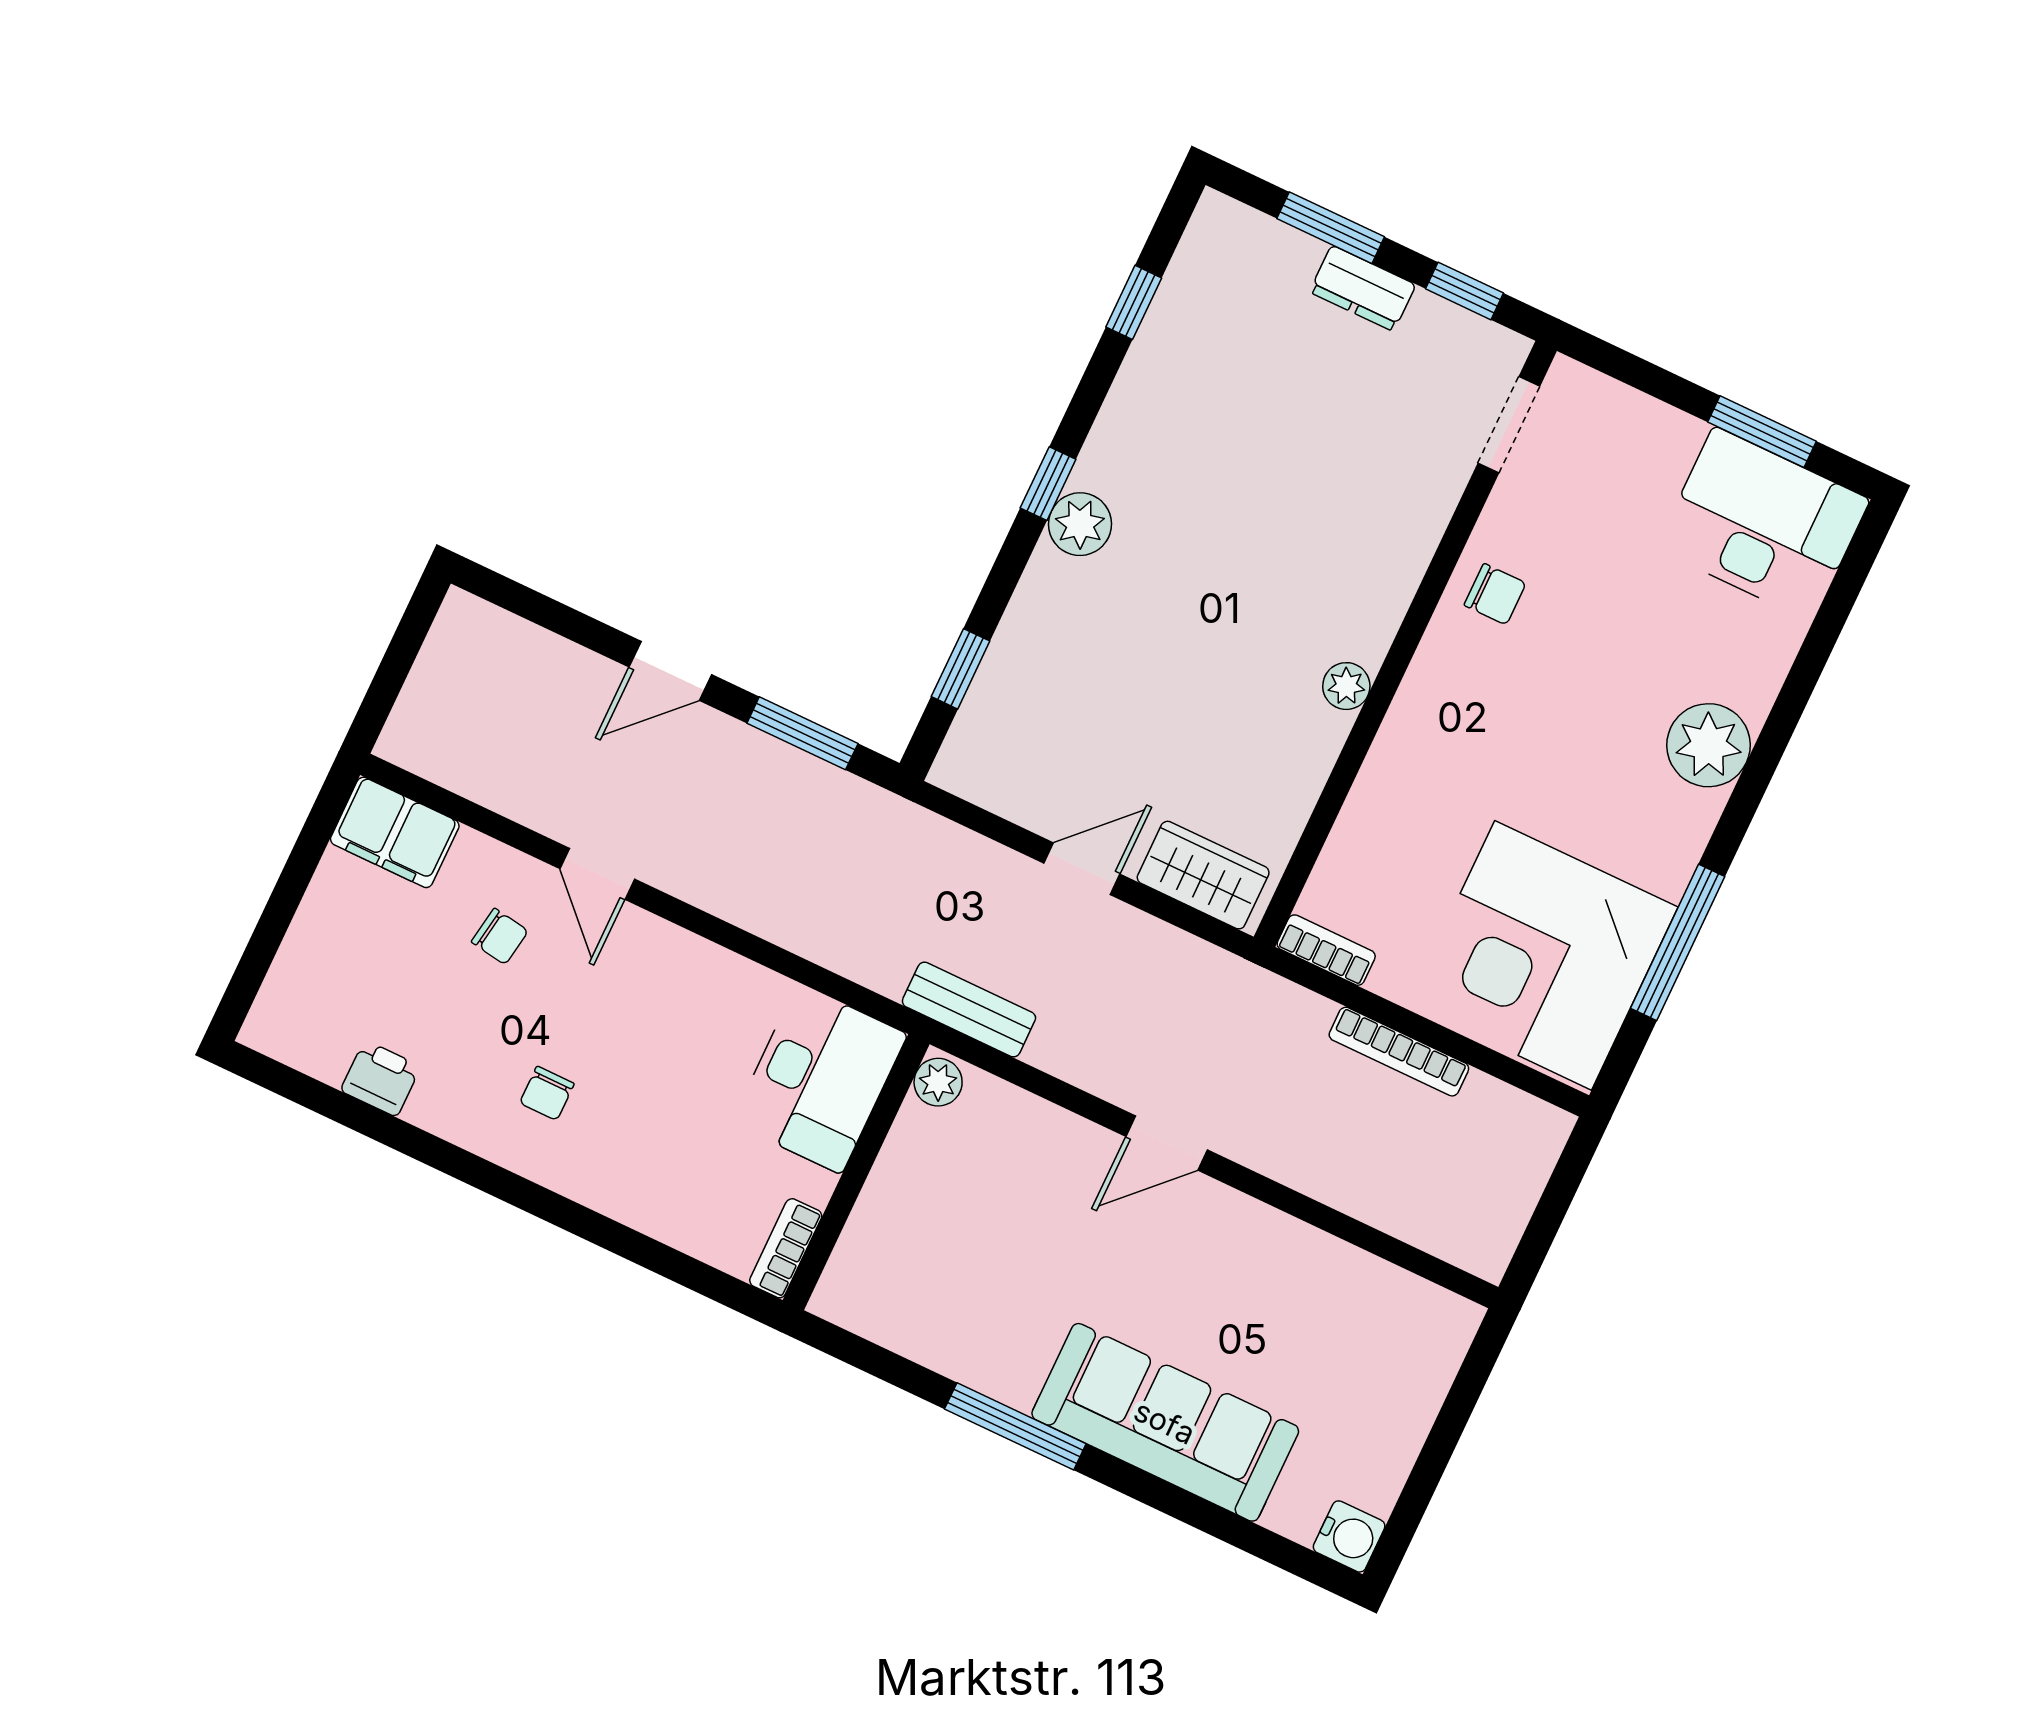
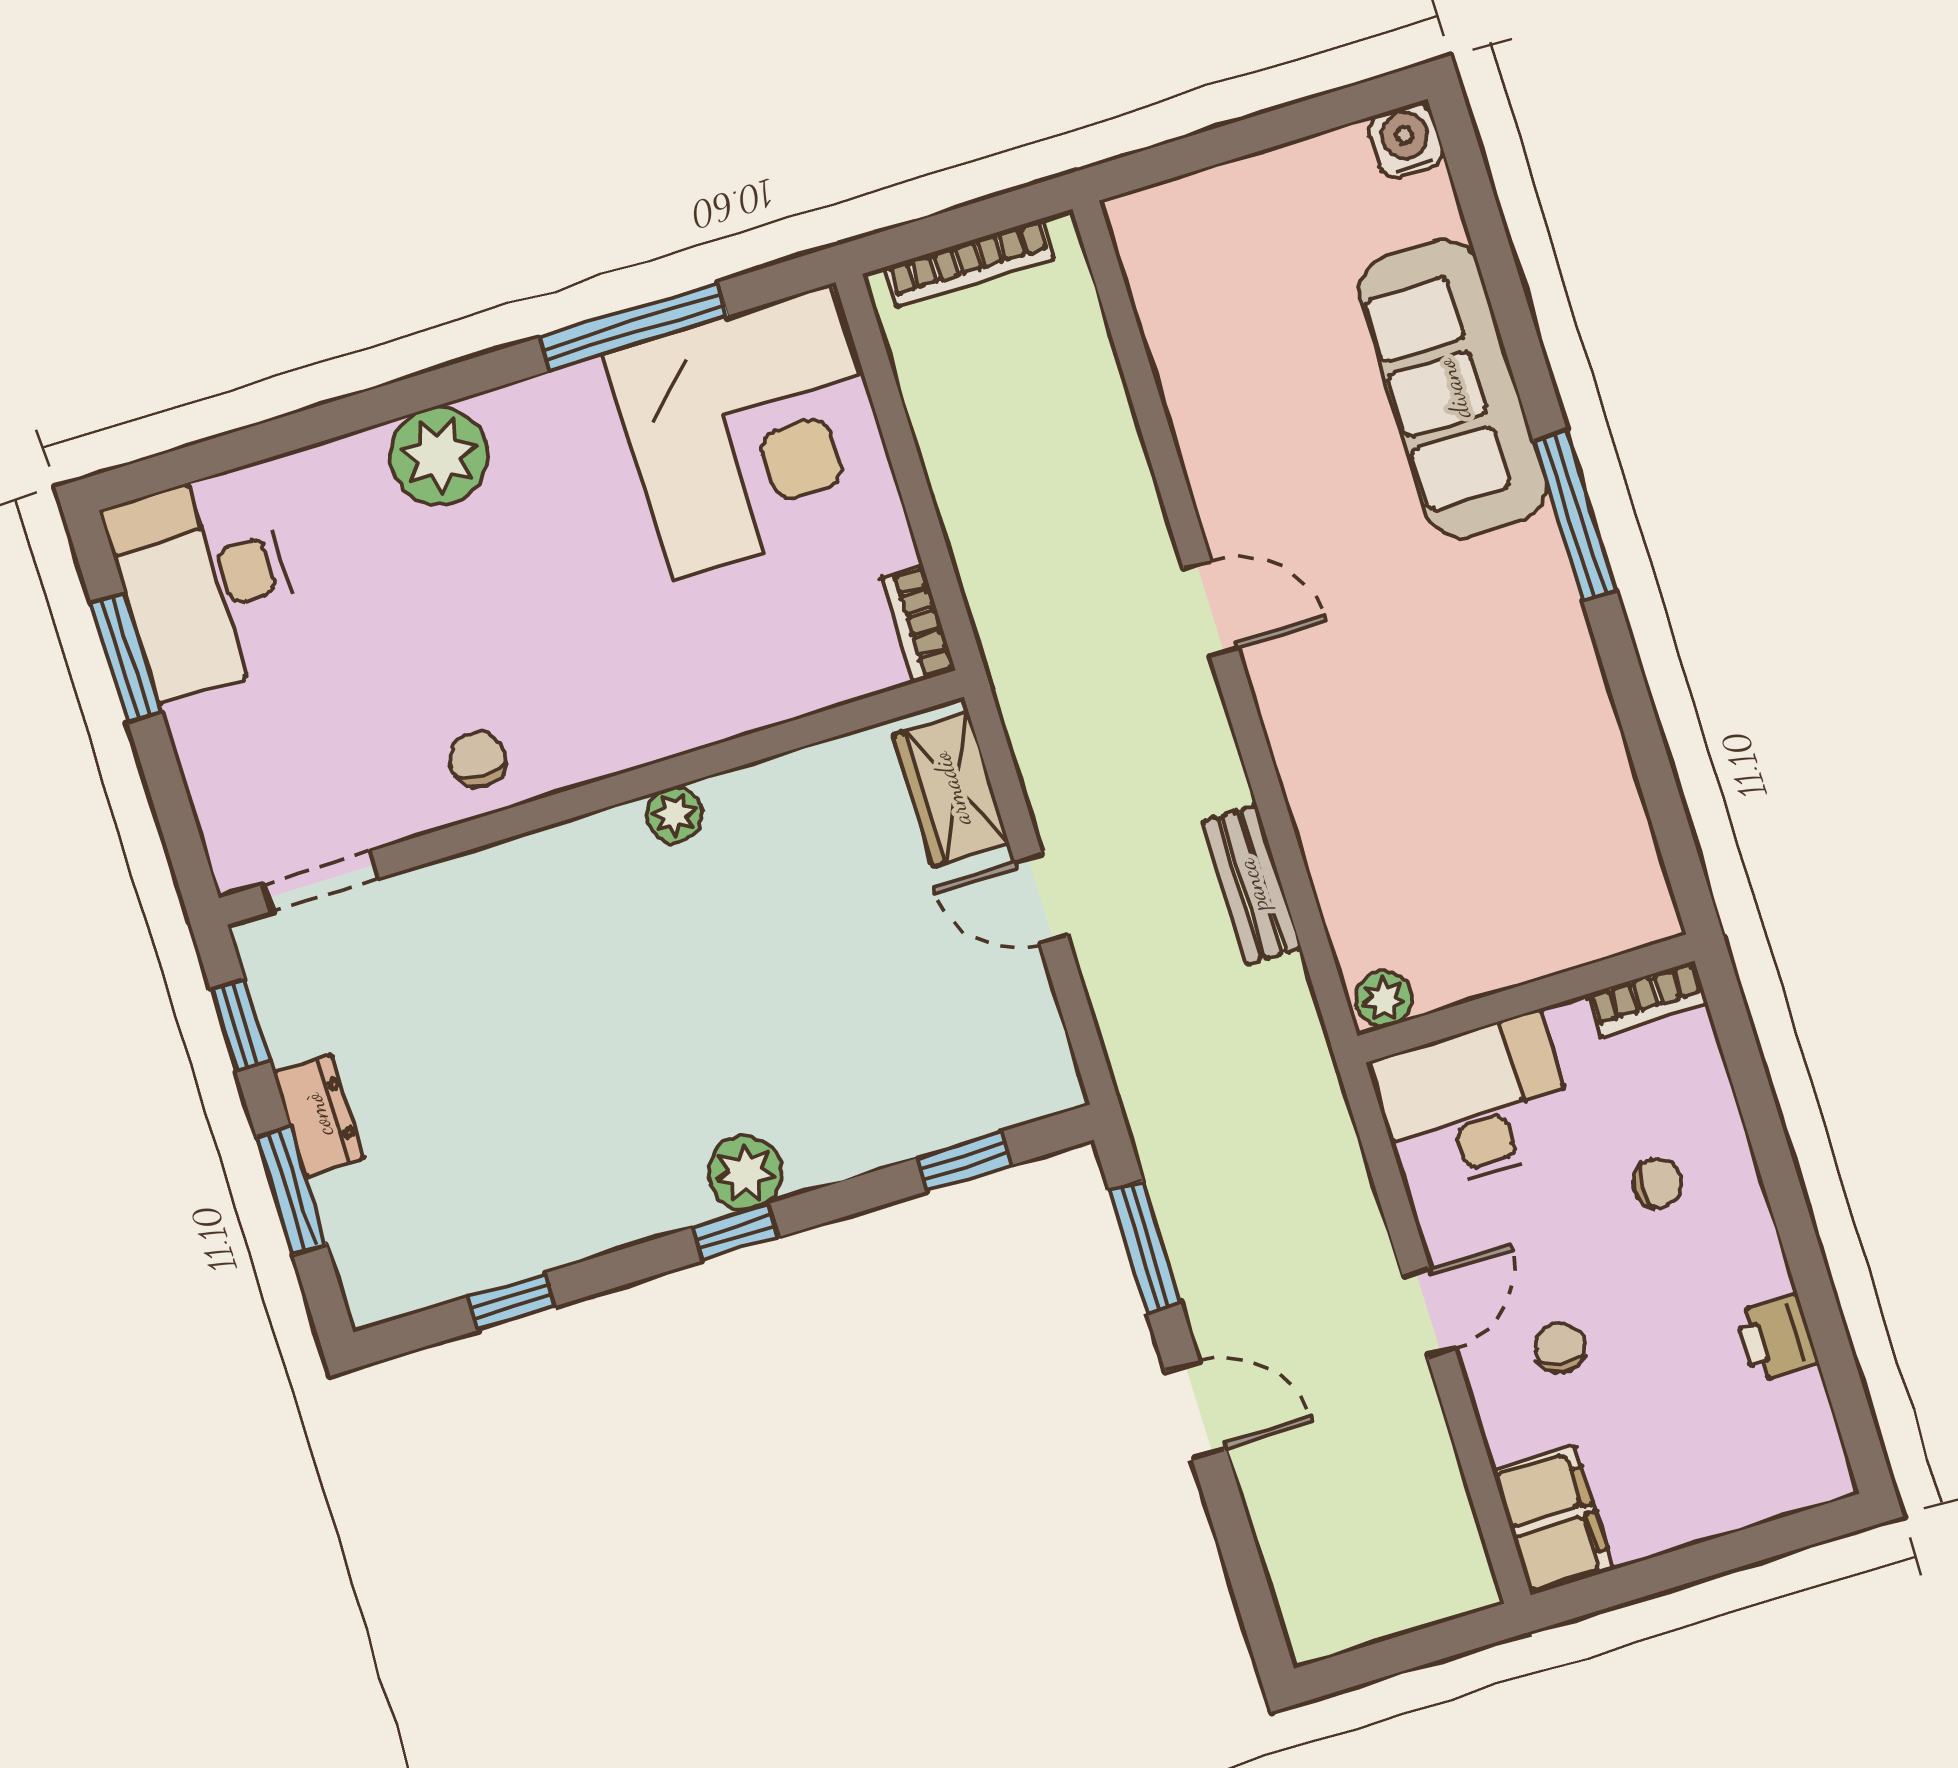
bookcase: (1399, 1052) -> (970, 263), moved, turned 90
desk: (819, 1078) -> (1474, 1104), moved
plant: (938, 1082) -> (1384, 999), moved
wall: (856, 1172) -> (1526, 998), moved
bookcase: (786, 1248) -> (1647, 999), moved

